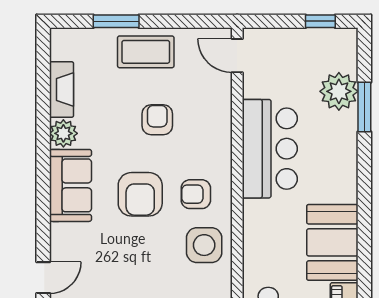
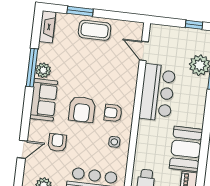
door: (237, 56) -> (144, 51), moved
fireplace: (61, 90) -> (47, 27), moved
armchair: (157, 120) -> (57, 143), moved
window: (43, 131) -> (32, 68), added
side table: (204, 245) -> (114, 142), width x0.54, depth x0.54

